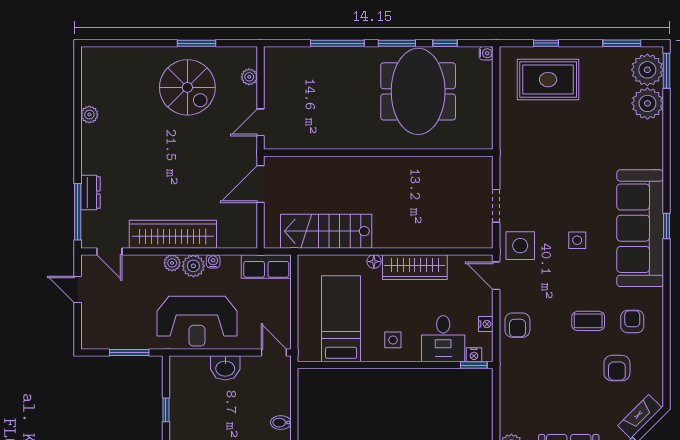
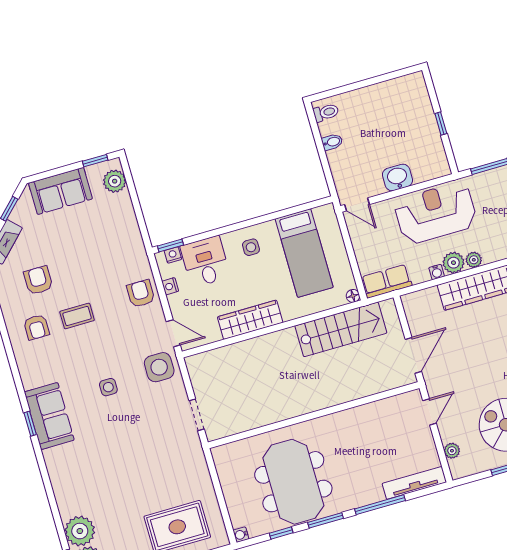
tv unit: (296, 55) -> (414, 483), added
doorway: (496, 206) -> (197, 415), moved
sofa: (640, 228) -> (49, 416), width x0.54, depth x0.79
floor lamp: (374, 262) -> (353, 296), moved

